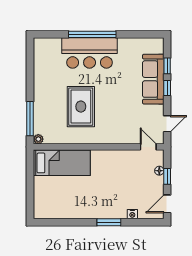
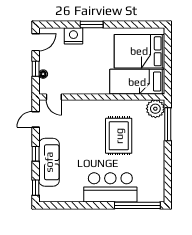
window: (92, 34) -> (137, 205), moved
window: (167, 66) -> (36, 188), moved
plant: (38, 139) -> (155, 109), width x1.88, depth x1.88
bed: (59, 194) -> (139, 51), added
nightstand: (132, 214) -> (73, 36), width x1.89, depth x1.79

